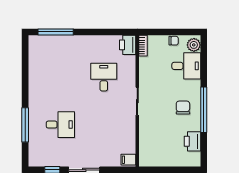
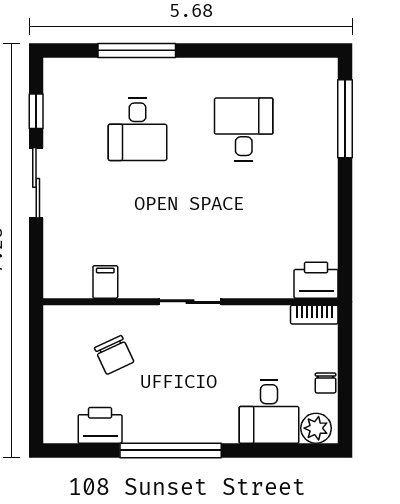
desk: (104, 77) -> (244, 129), moved, turned -90
chair: (183, 108) -> (114, 355), moved, turned 65
filing cabinet: (128, 160) -> (105, 282), moved

